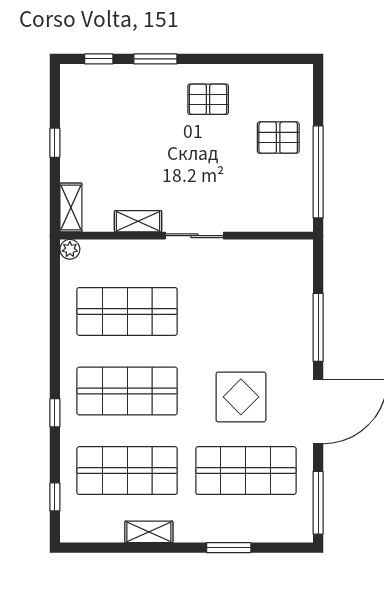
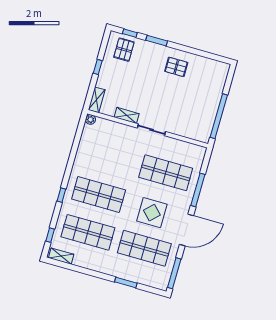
pallet: (278, 138) -> (124, 50), moved, turned 90
shop shelf: (127, 311) -> (166, 173), moved
shelving: (149, 532) -> (61, 256), moved

